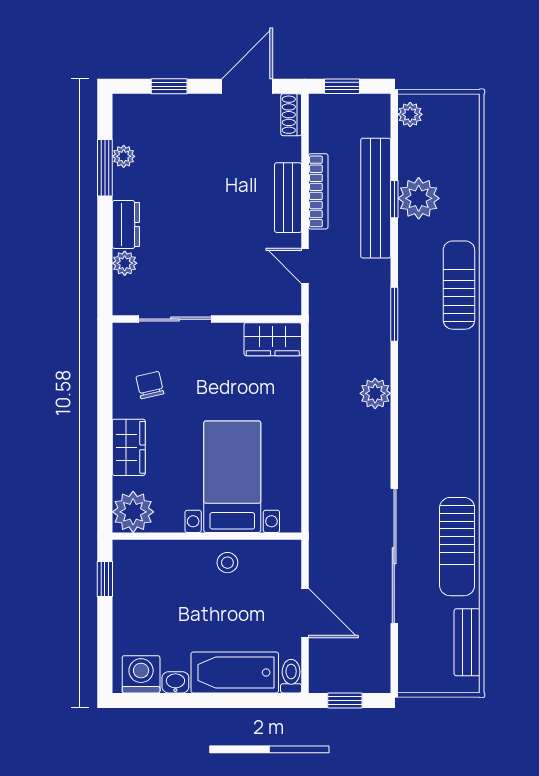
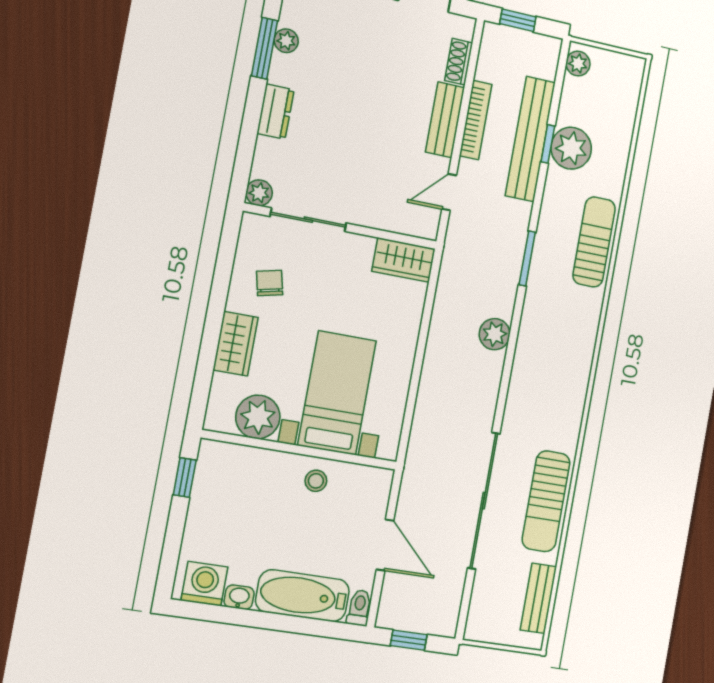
shoe rack: (291, 115) -> (459, 62), moved
plant: (125, 263) -> (259, 193), moved
door: (305, 266) -> (449, 192), hinge flipped
plant: (133, 512) -> (258, 417), moved

